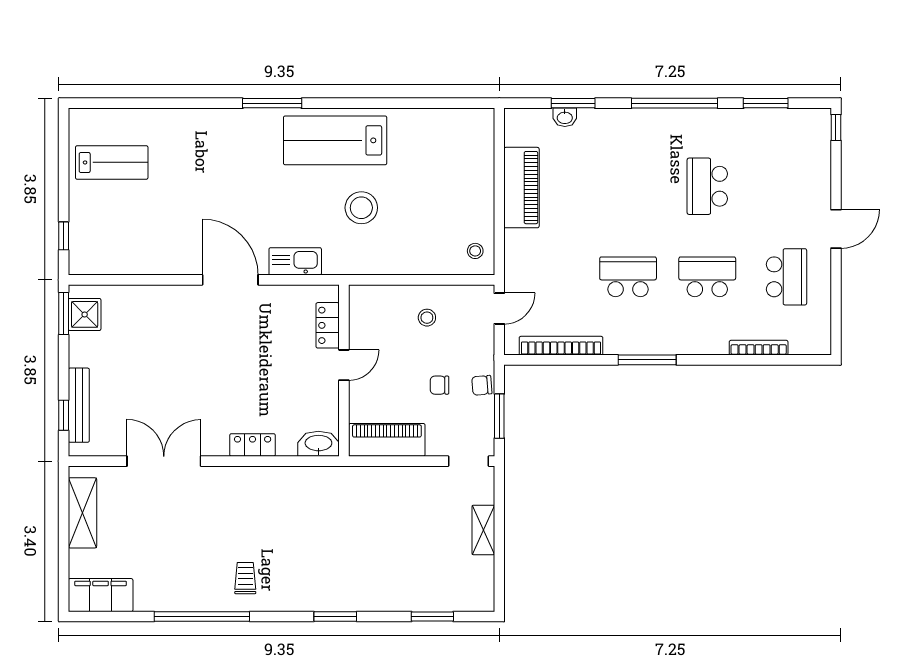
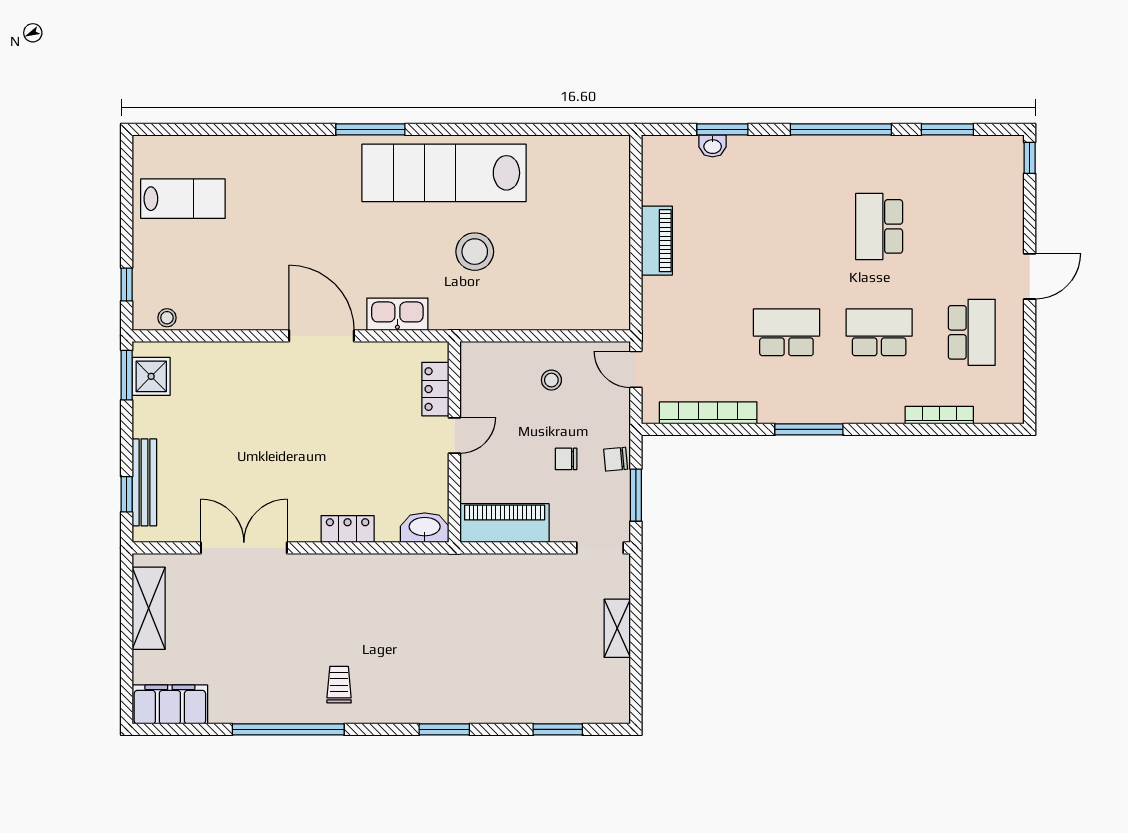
lab bench: (335, 140) -> (444, 173), width x1.36
piano: (521, 188) -> (657, 241), width x0.73, depth x0.75
stool: (475, 251) -> (167, 318), moved
door: (499, 309) -> (636, 369), swing flipped

